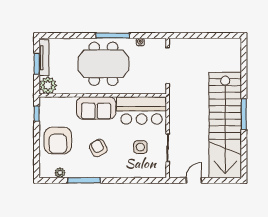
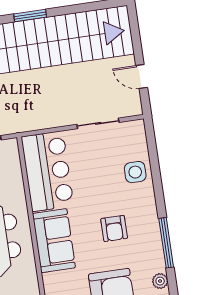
window: (244, 114) -> (30, 16), width x0.69
side table: (140, 147) -> (135, 172), moved
armchair: (98, 148) -> (114, 228), turned -61

